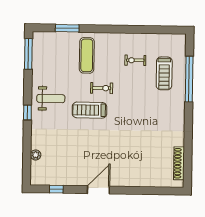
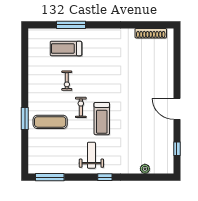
window: (67, 28) -> (25, 119), moved
exercise bike: (135, 60) -> (67, 81), moved
treadmill: (164, 73) -> (66, 49), turned 180
window: (189, 79) -> (71, 25), width x0.68

